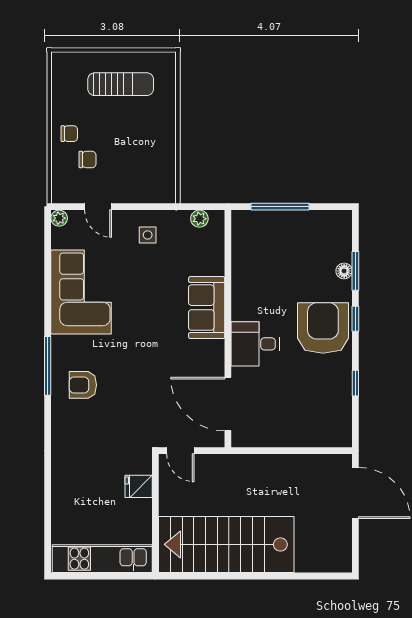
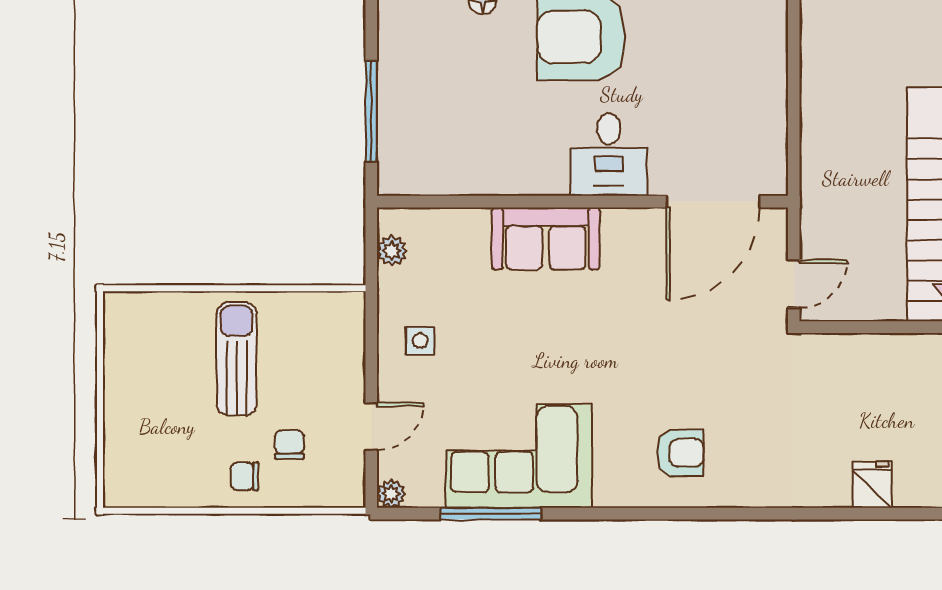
sun lounger: (121, 84) -> (237, 359), moved
chair: (69, 134) -> (245, 476), turned -90
window: (48, 366) -> (491, 514), moved
armchair: (83, 385) -> (680, 453), turned -90
fridge: (139, 486) -> (872, 485), moved, turned 180

